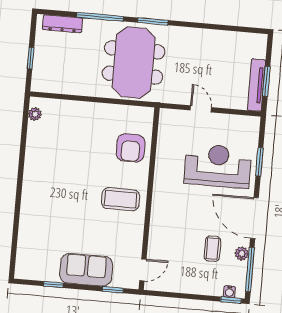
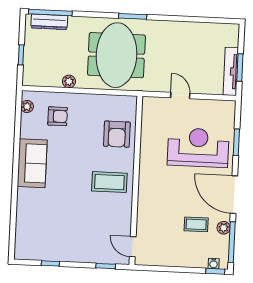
window: (100, 17) -> (50, 12), moved
plant: (81, 89) -> (69, 81), added
armchair: (67, 126) -> (58, 116), added
coffee table: (212, 249) -> (196, 224), turned 90
sofa: (86, 270) -> (32, 163), moved, turned 90
door: (143, 270) -> (133, 247), swing flipped

